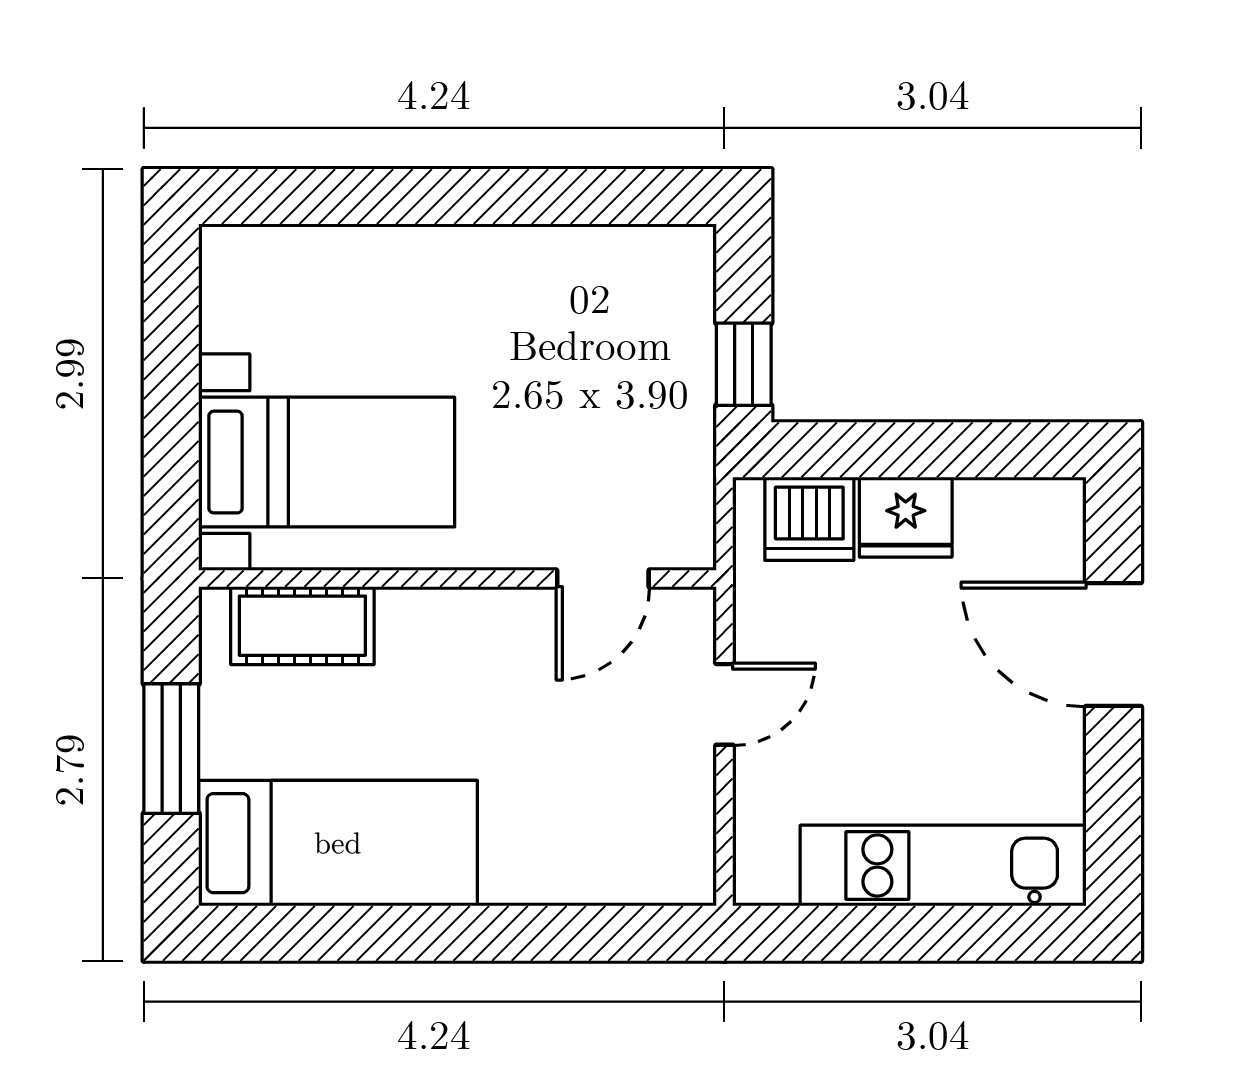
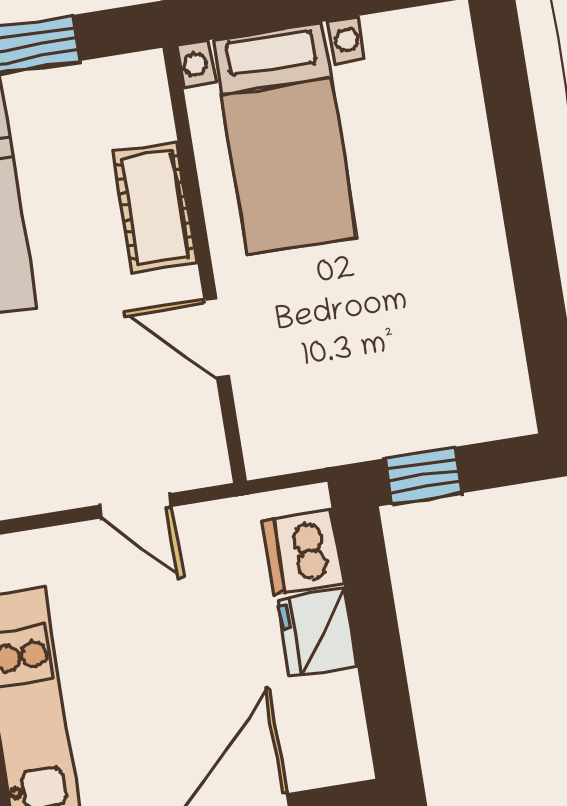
door: (603, 578) -> (217, 337), moved
cot: (302, 626) -> (155, 208), moved

